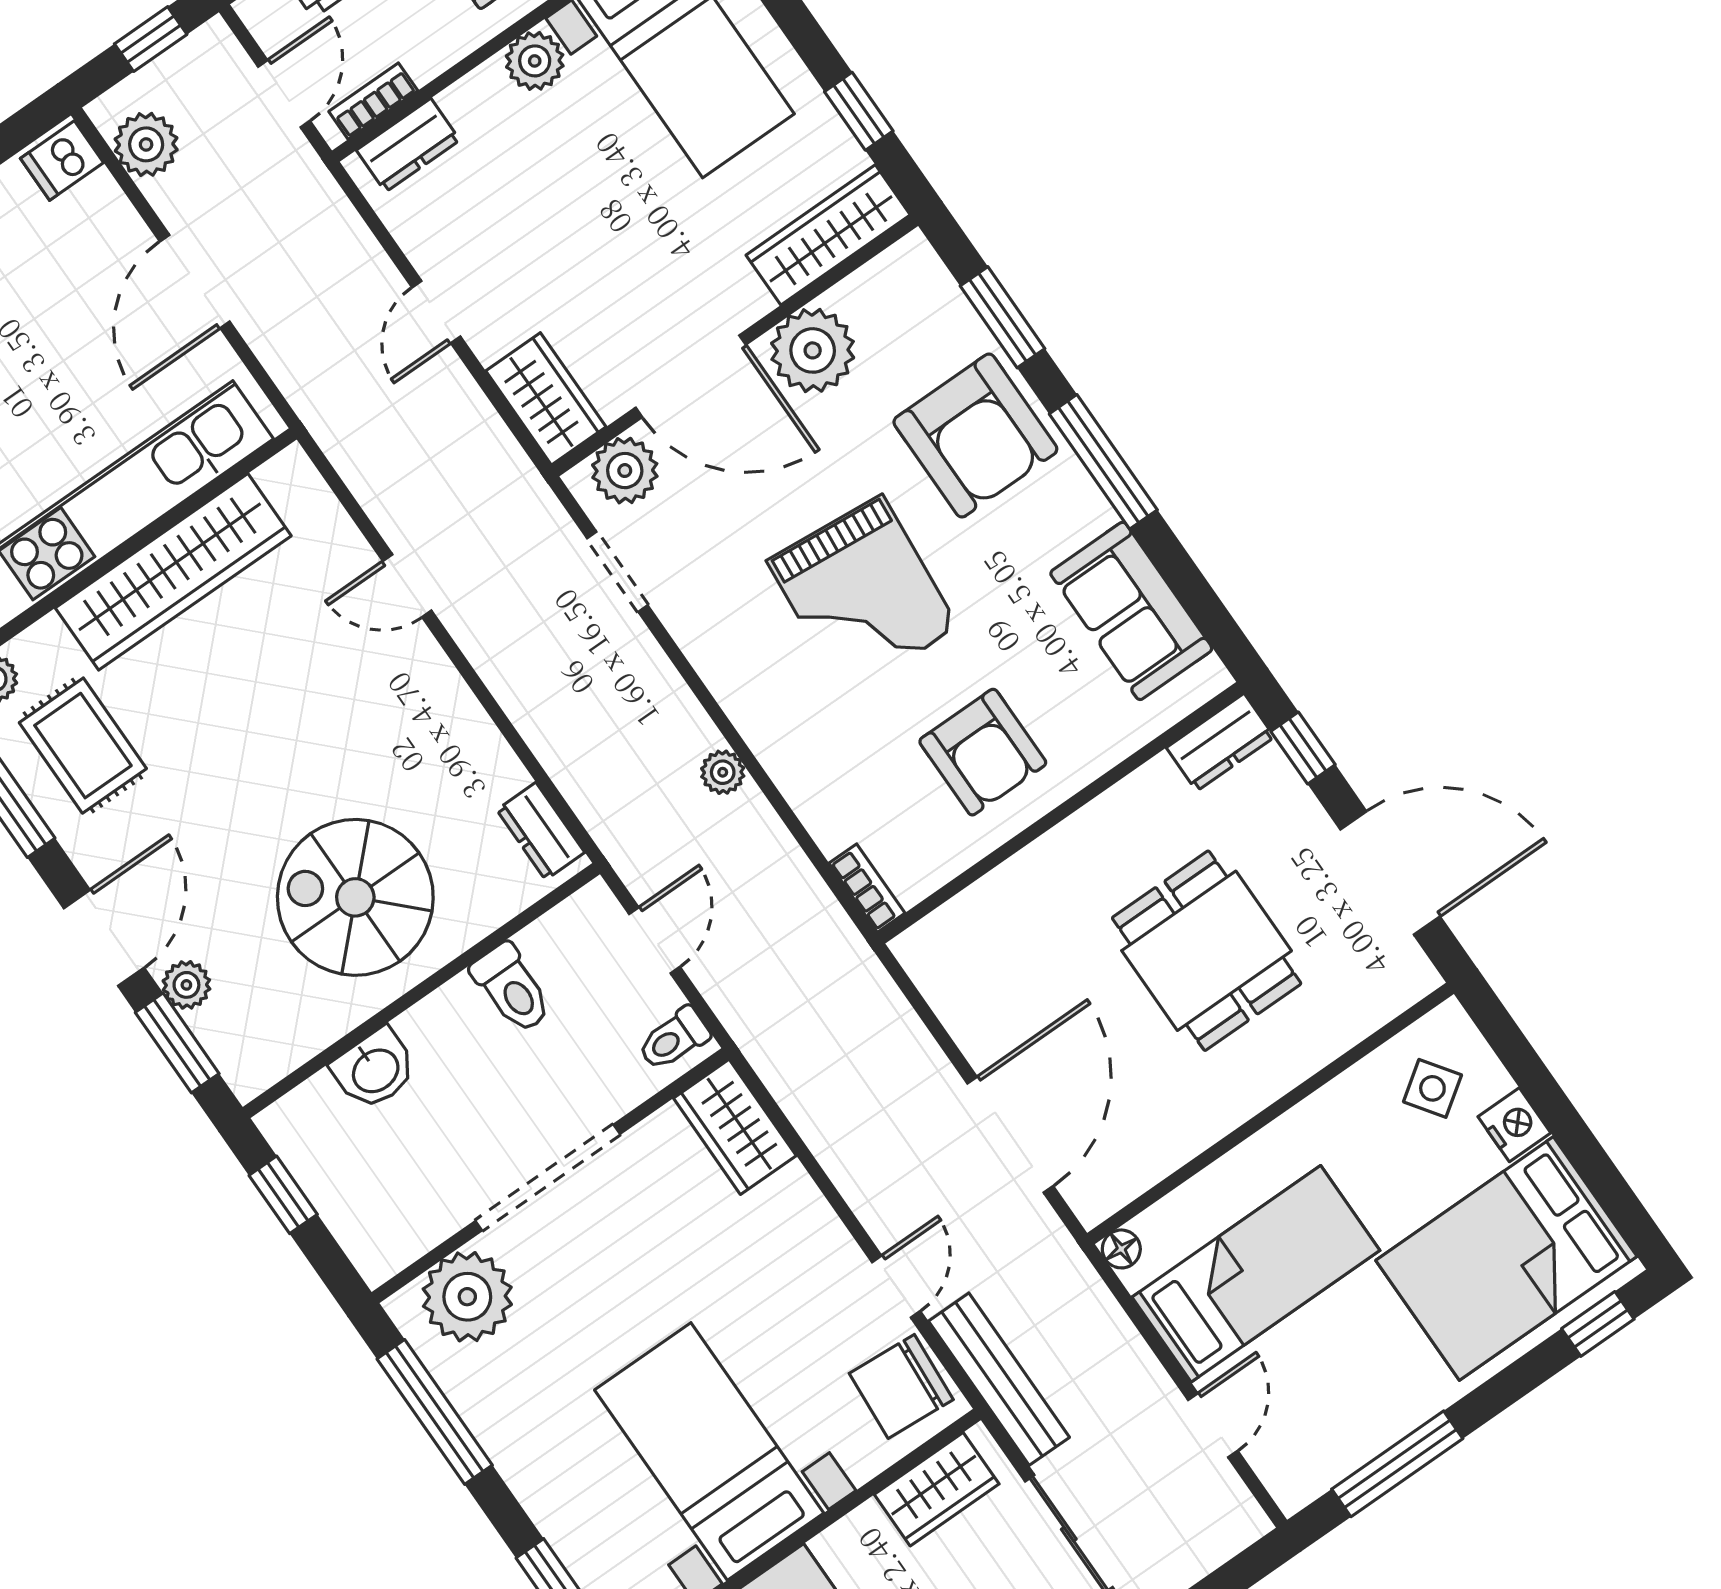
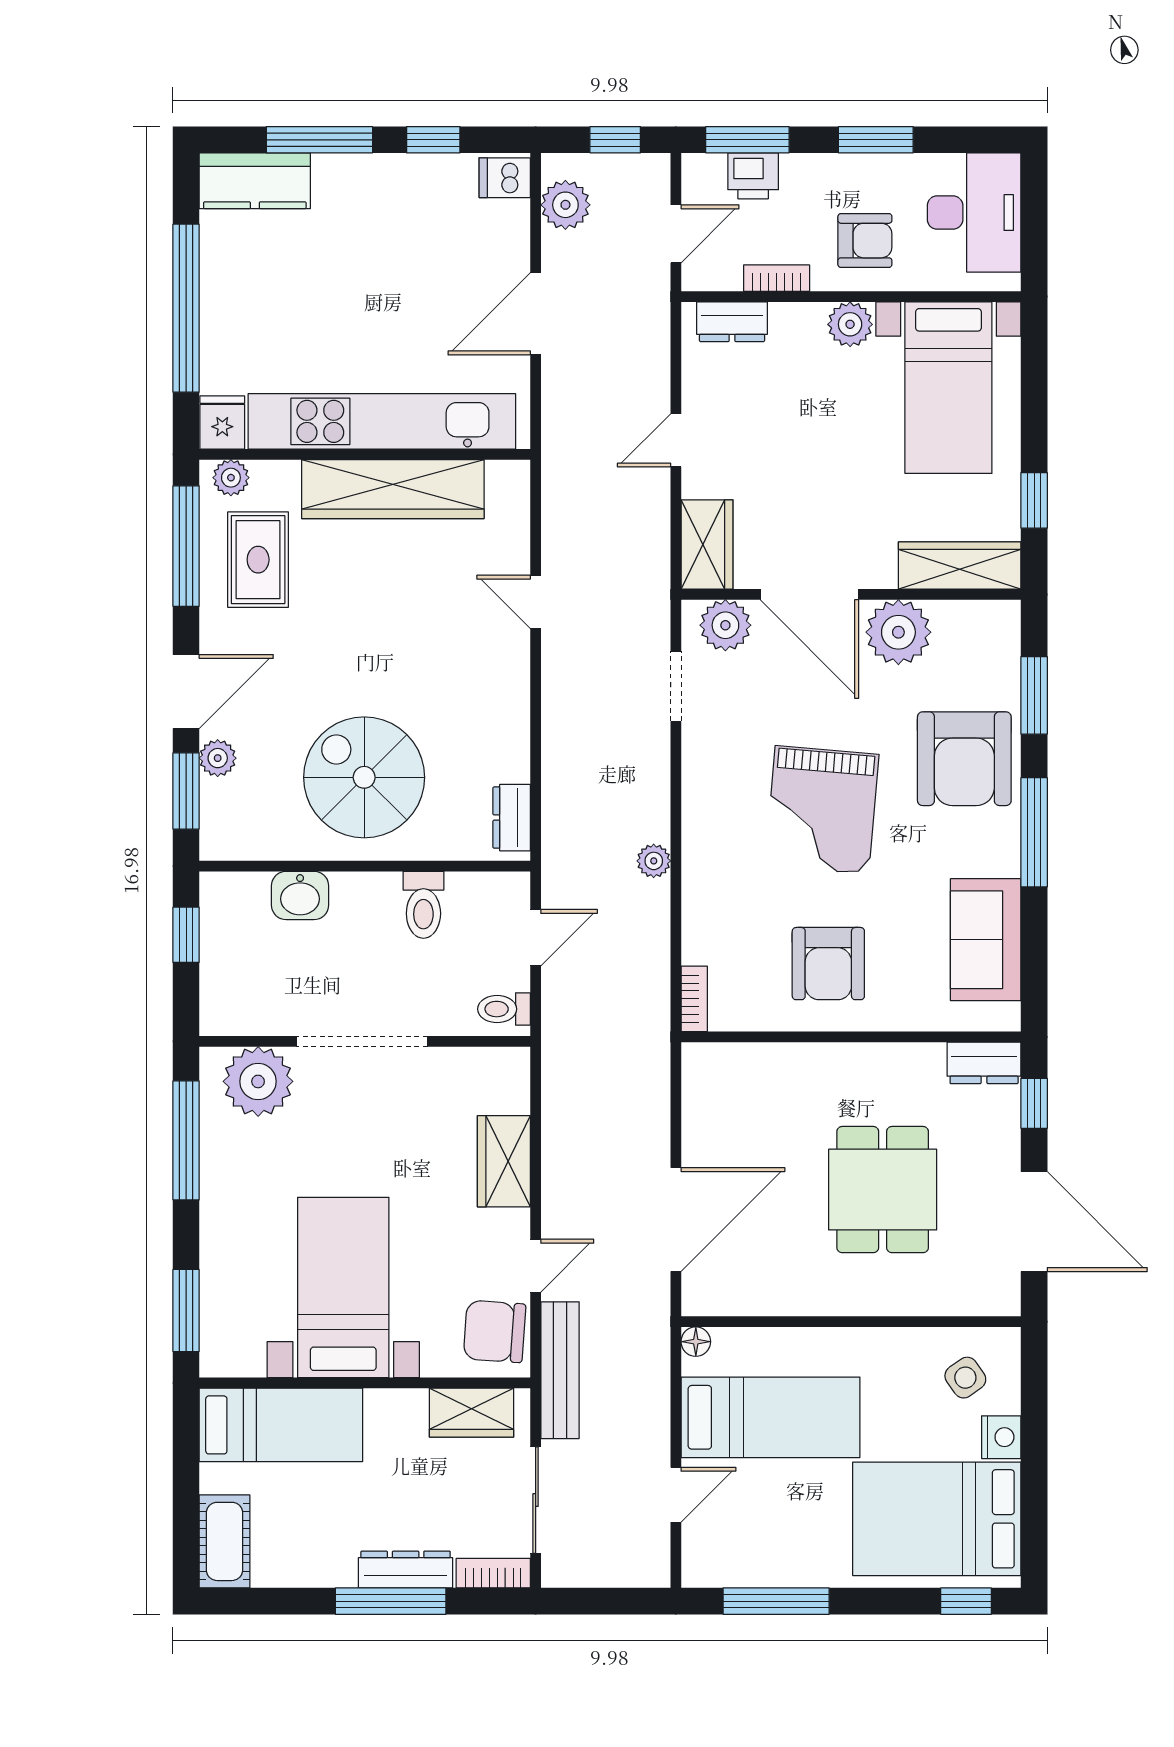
bookcase: (373, 101) -> (777, 278), moved
wardrobe: (735, 1127) -> (504, 1161), moved

